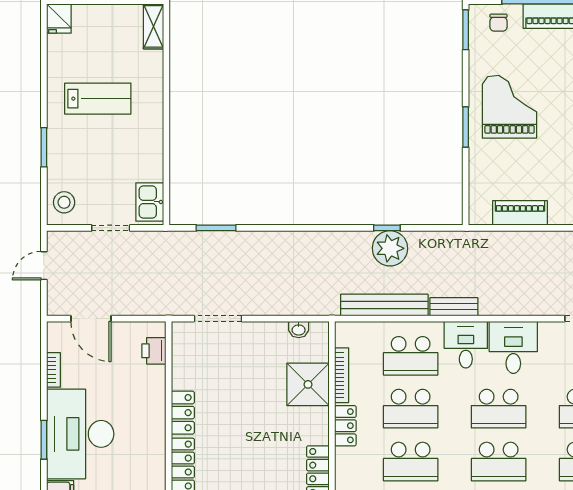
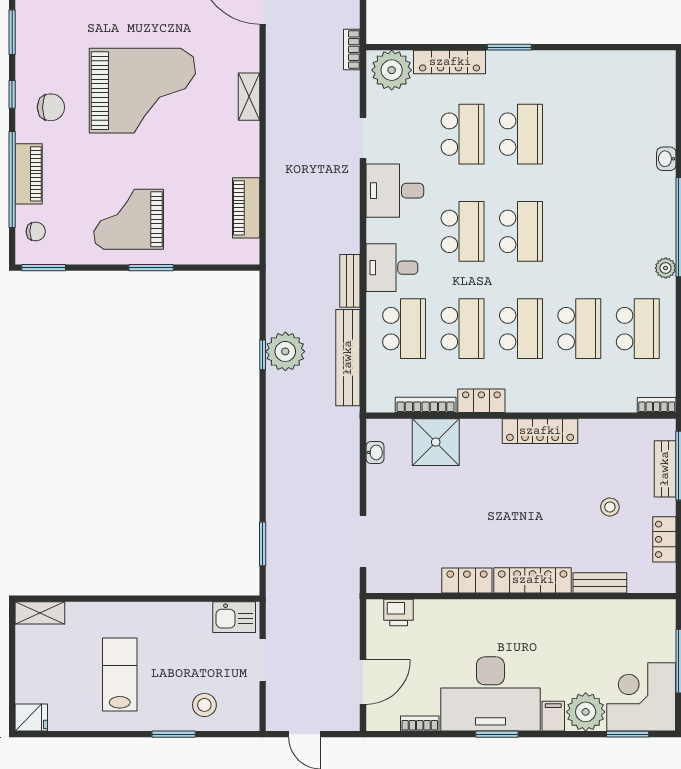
stool: (64, 202) -> (204, 705), moved
desk: (513, 347) -> (395, 191), moved

